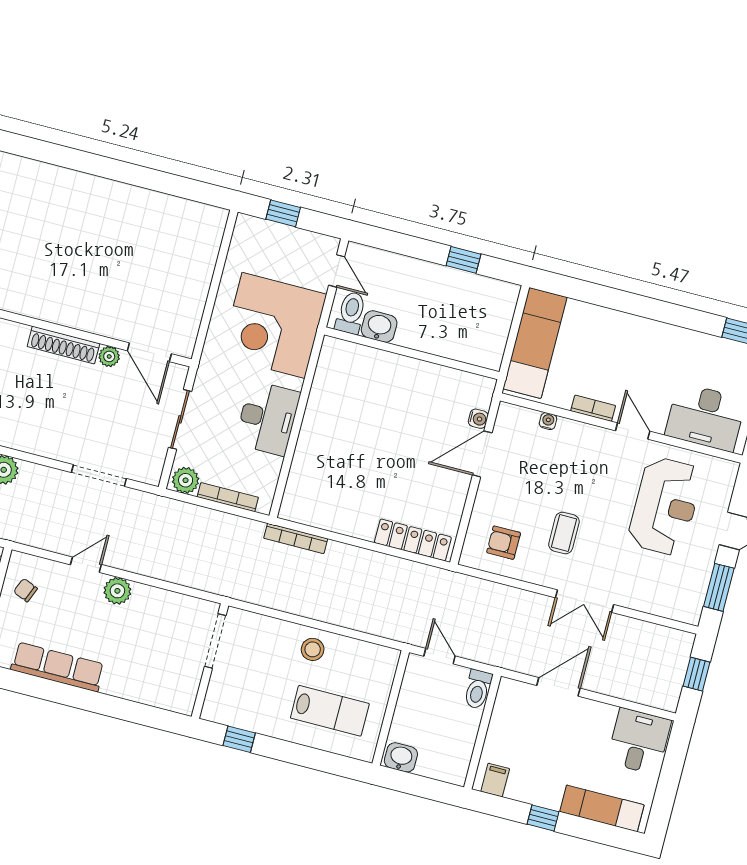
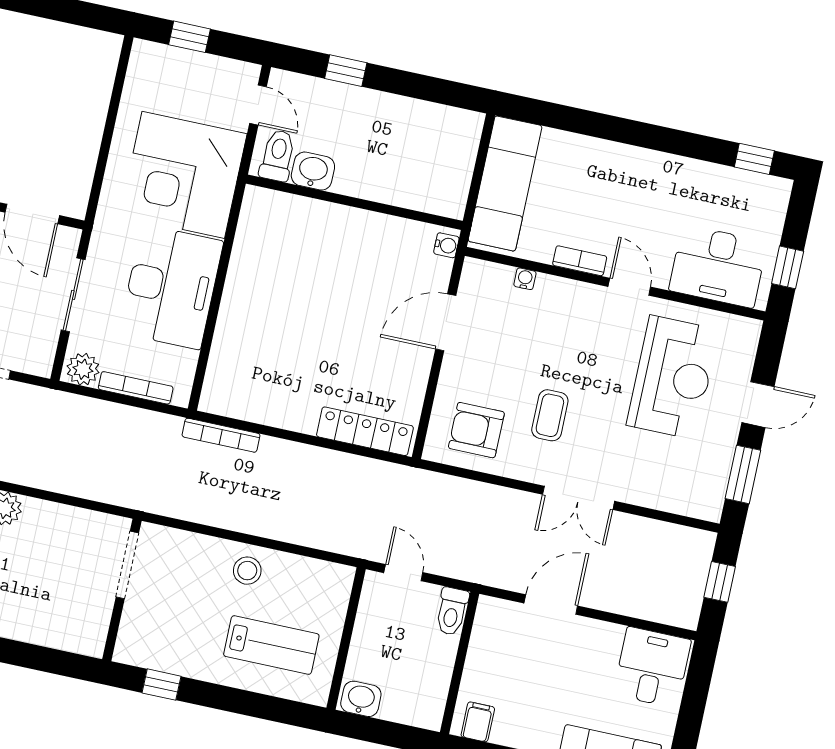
window: (463, 260) -> (346, 71), moved
desk: (268, 418) -> (171, 287), width x1.36, depth x1.30
water cooler: (478, 419) -> (446, 245), moved
armchair: (504, 543) -> (476, 430), width x1.38, depth x1.38

